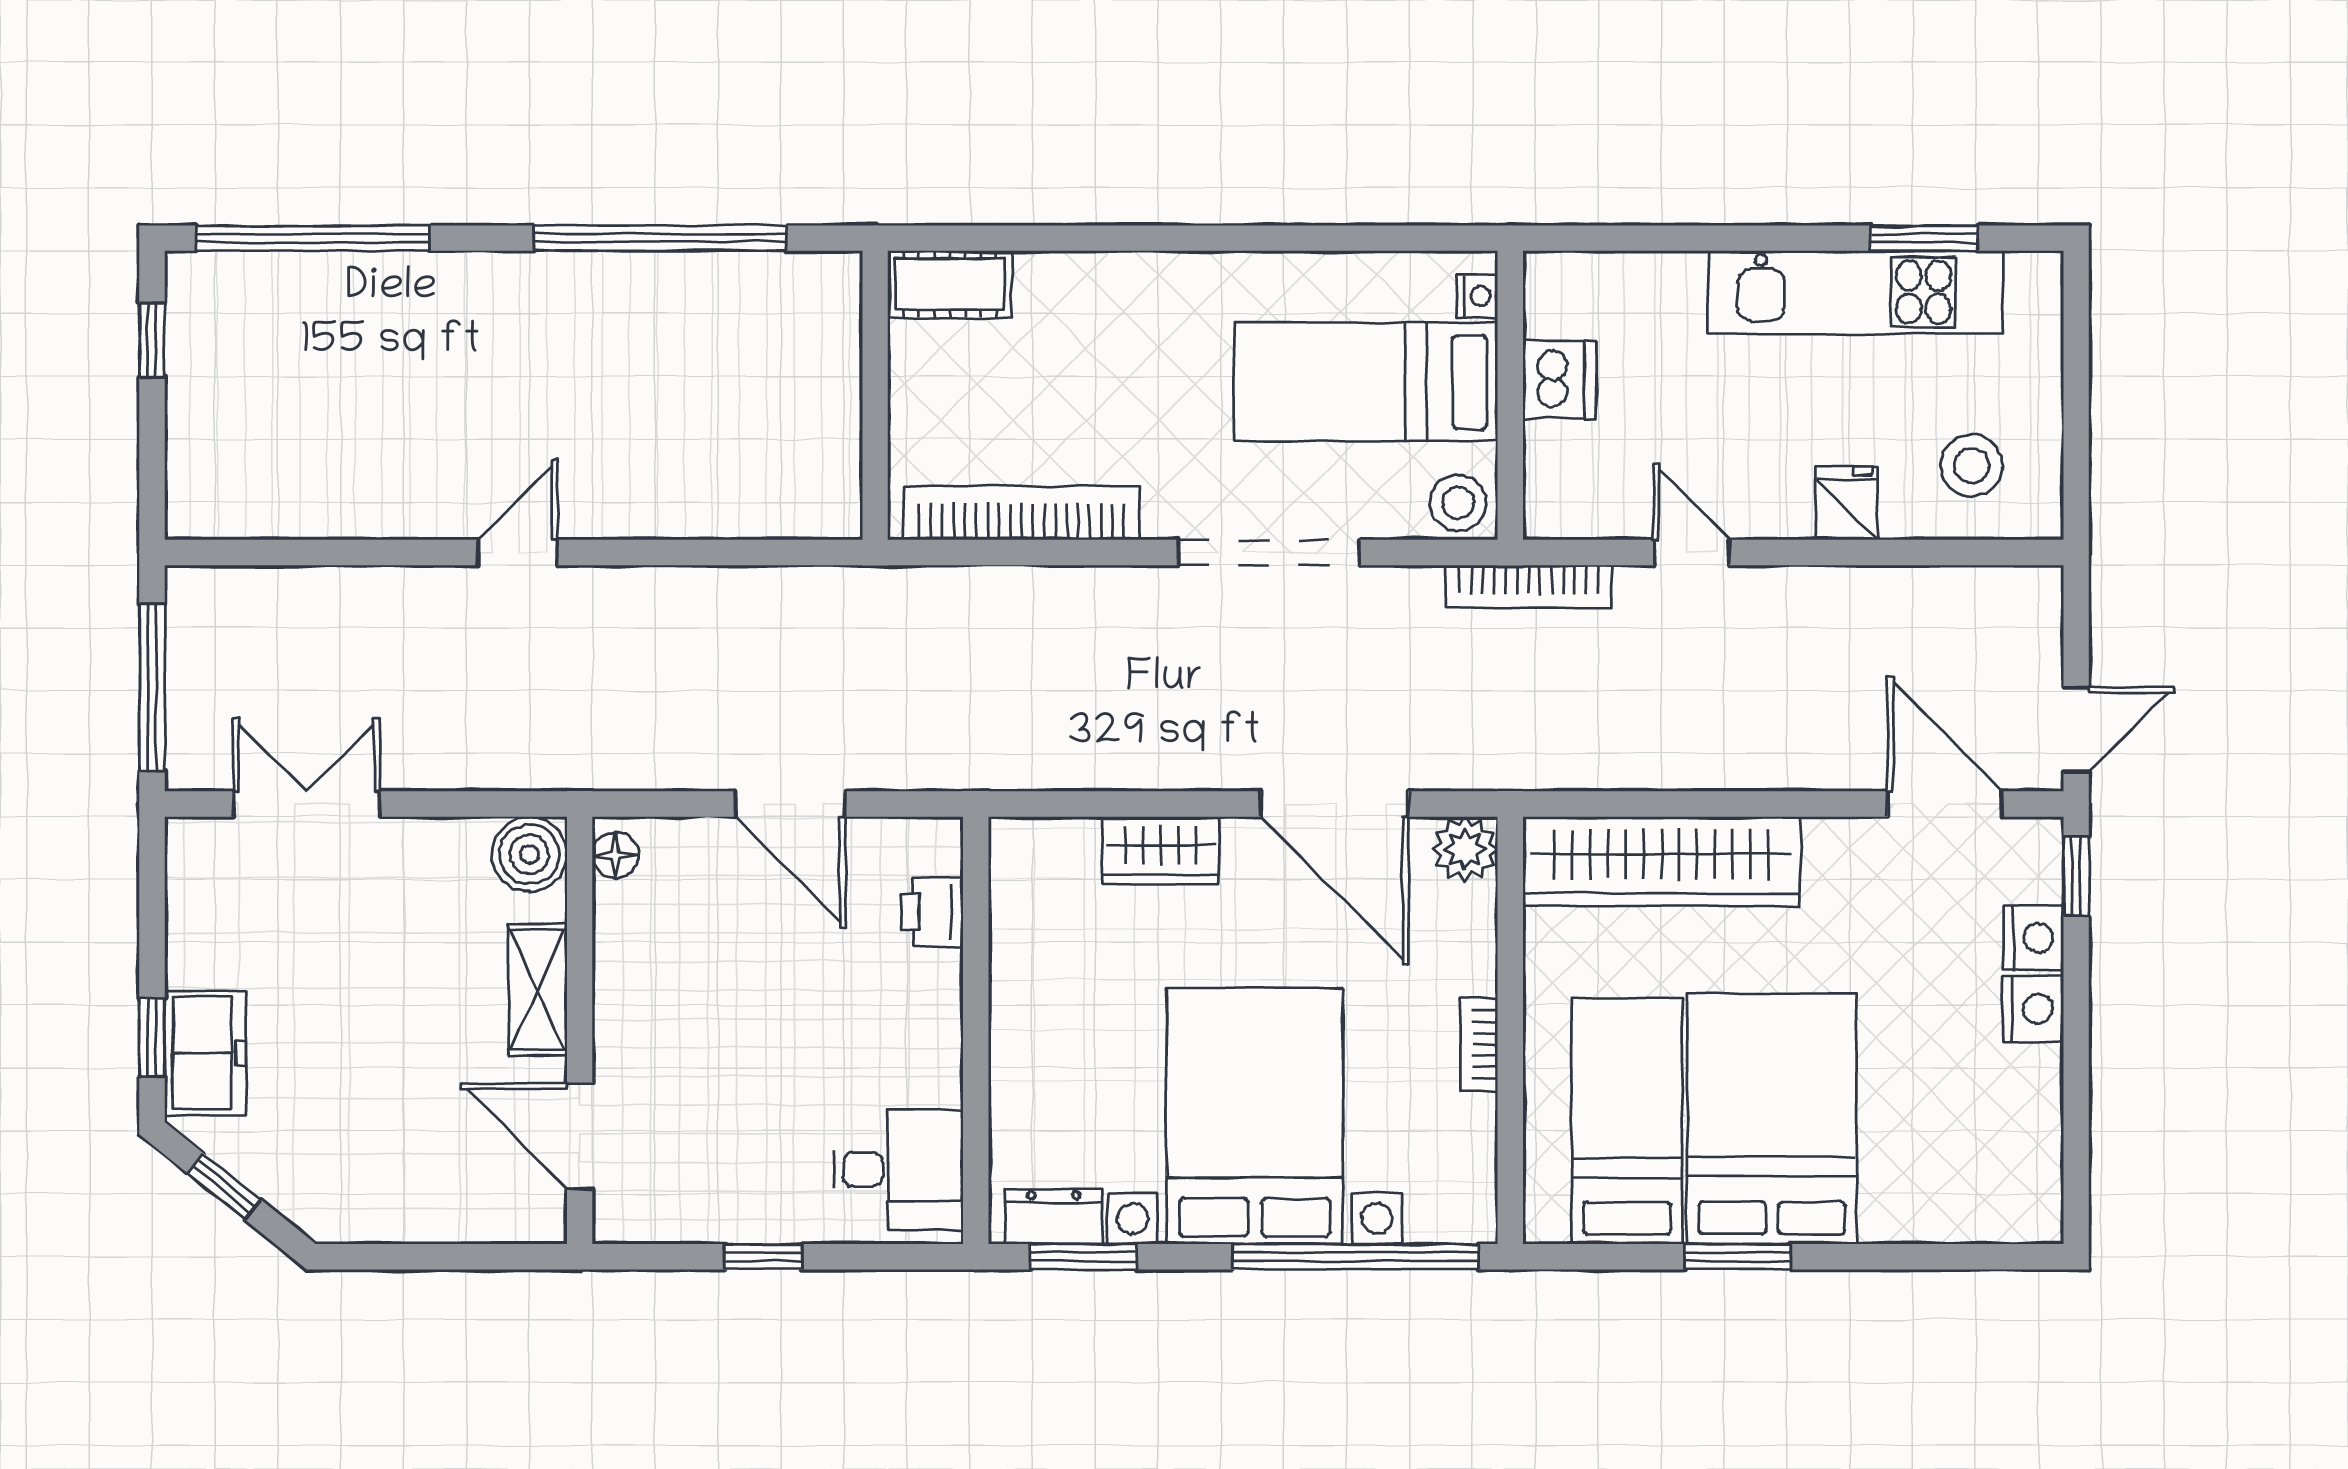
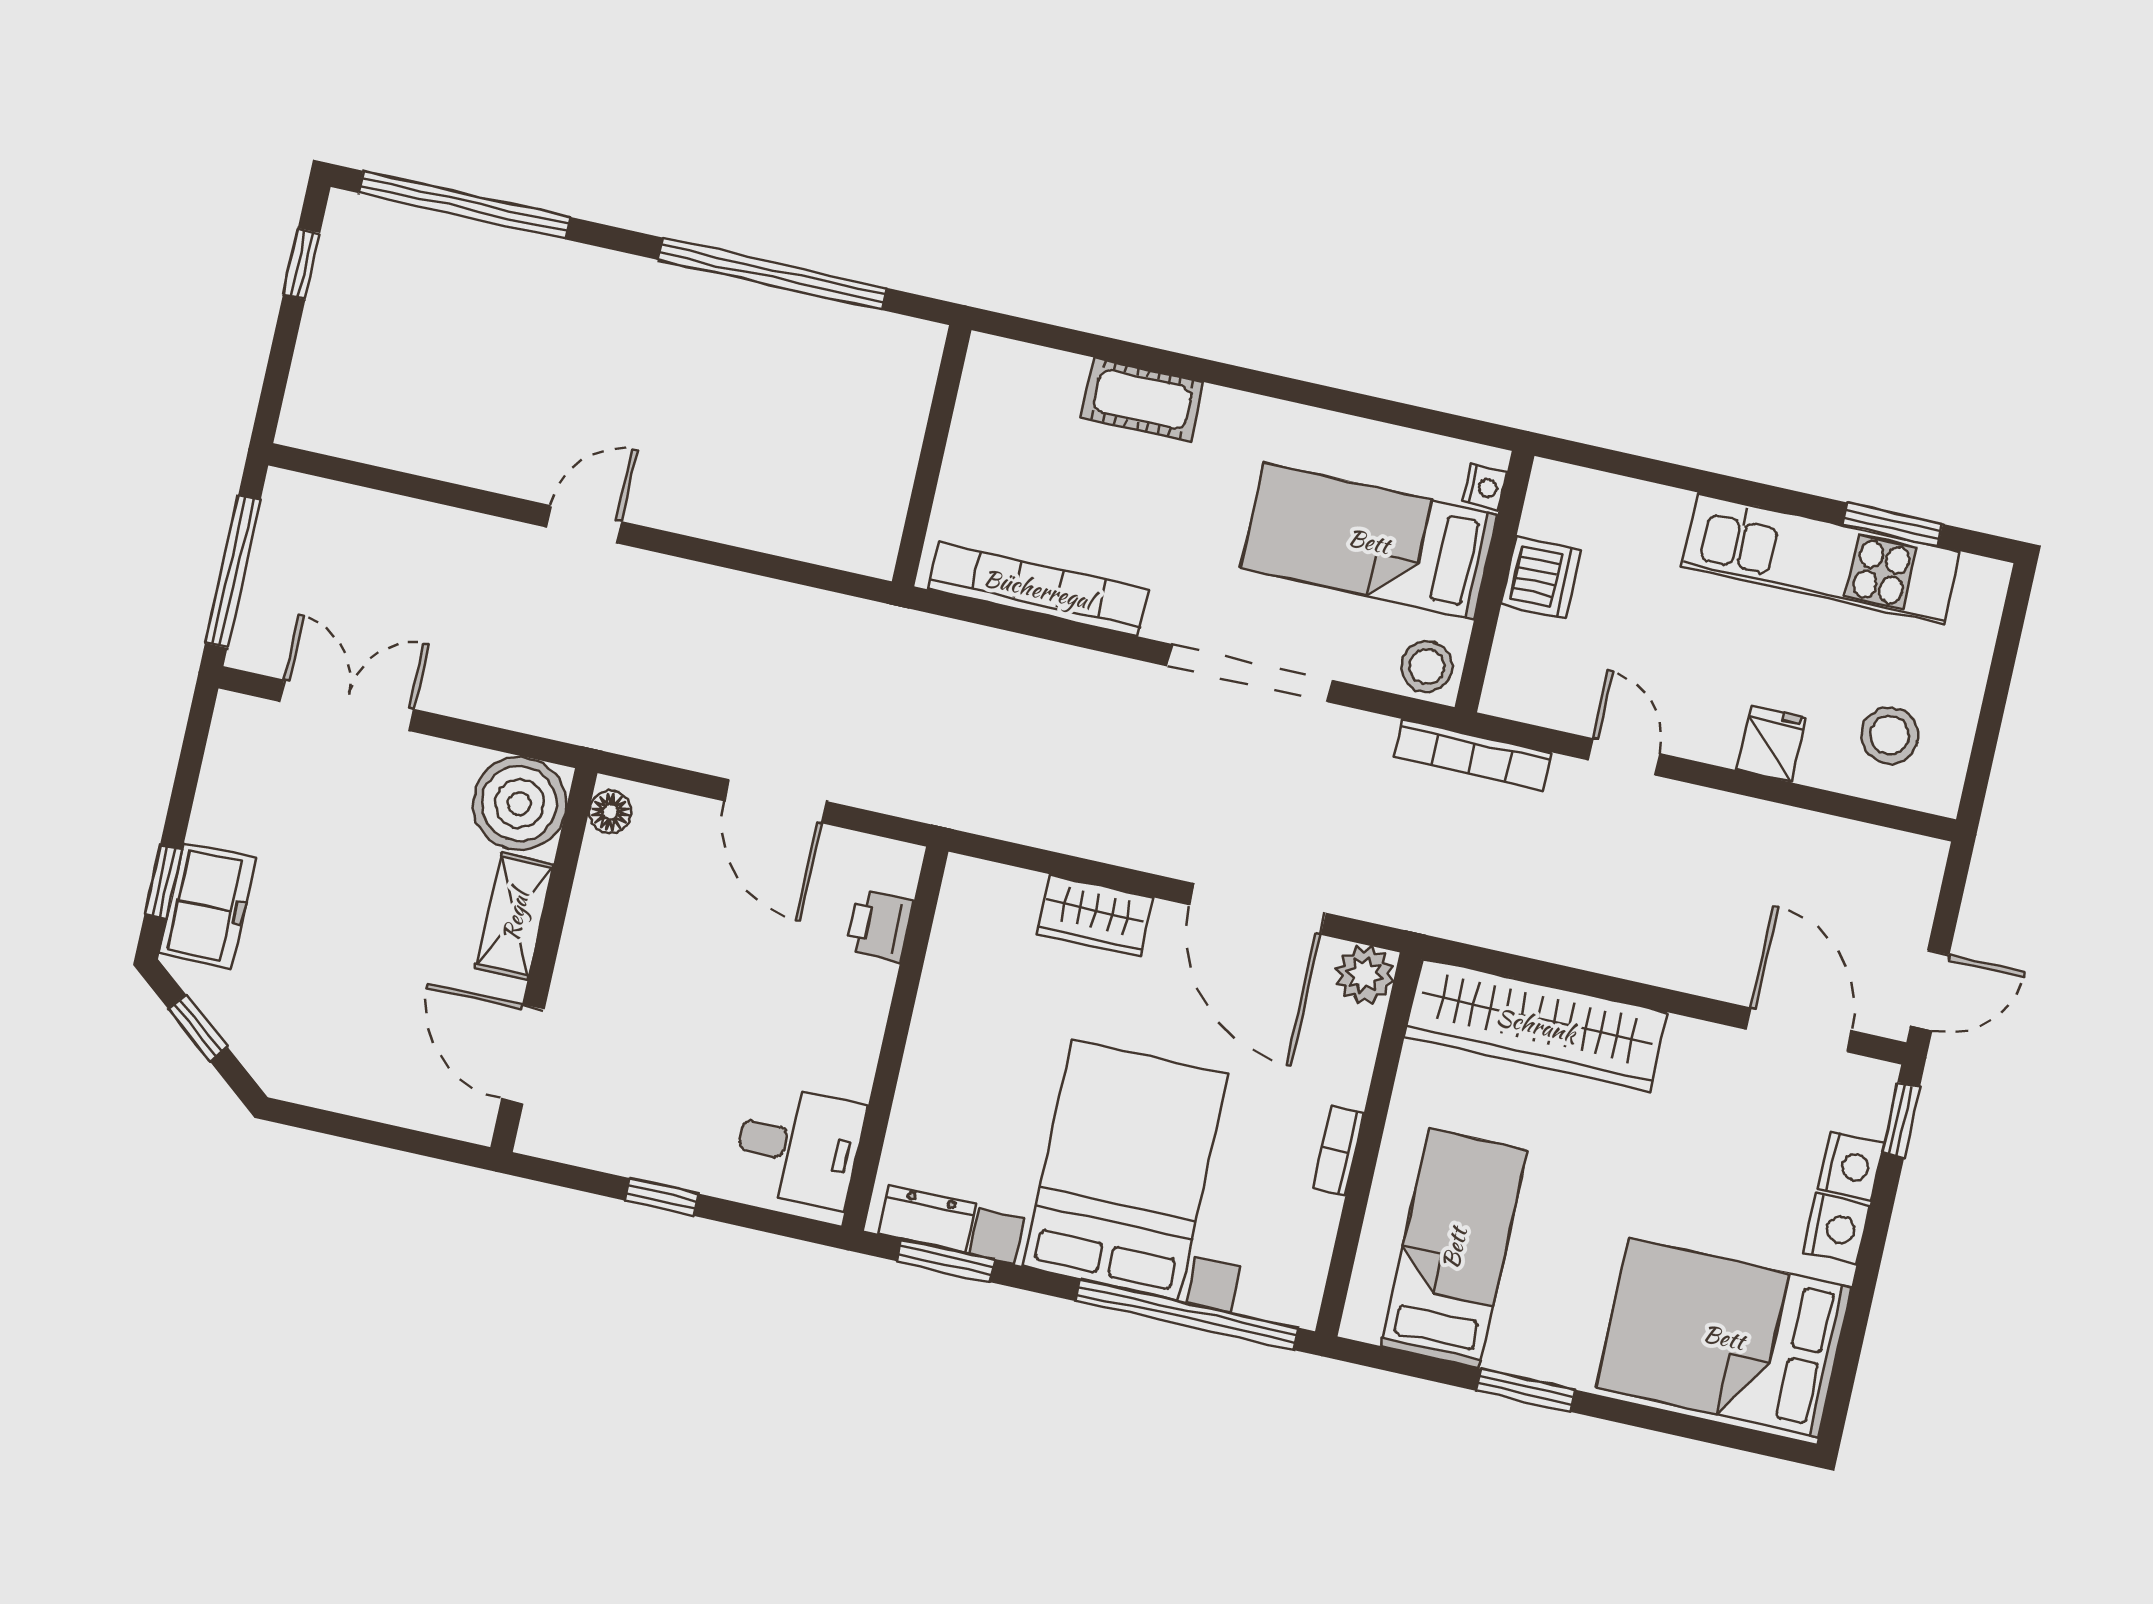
cot: (950, 284) -> (1142, 400), moved
boiler: (529, 854) -> (519, 803), width x1.37, depth x1.37
bed: (1772, 1119) -> (1724, 1337), moved, turned -90

